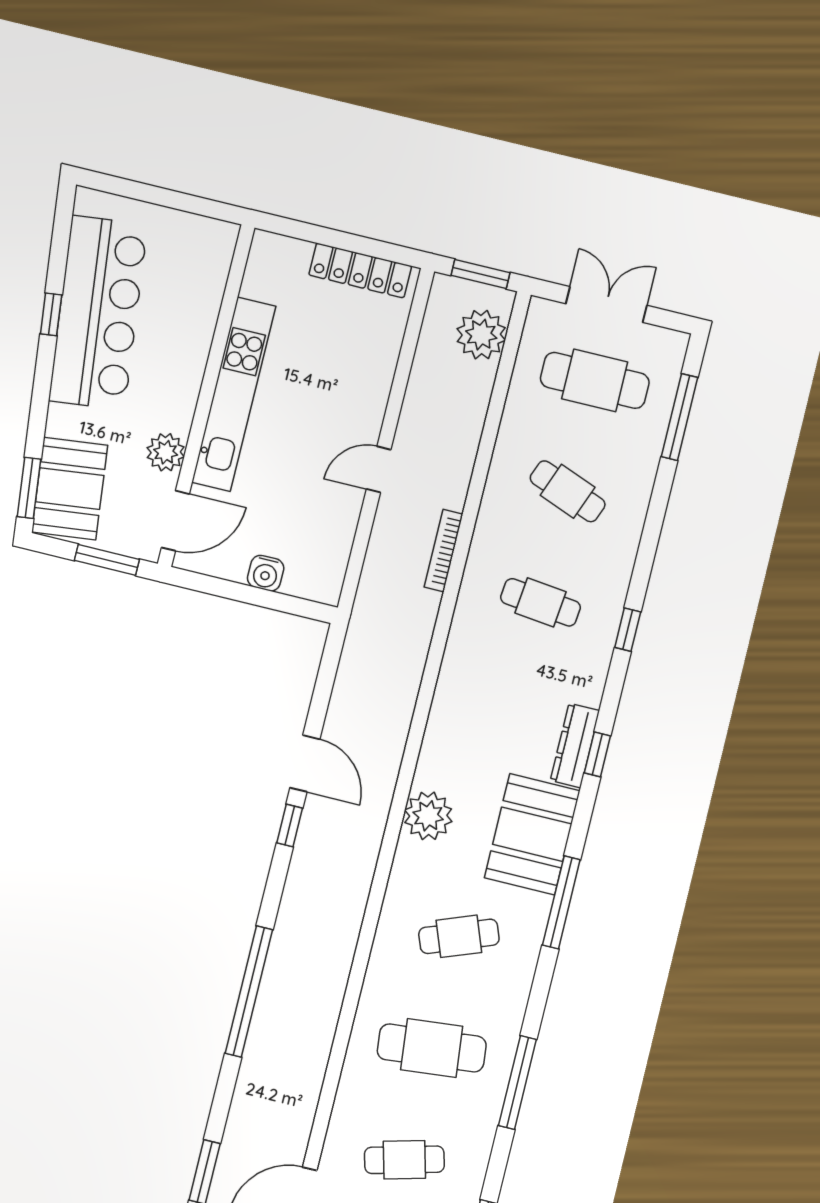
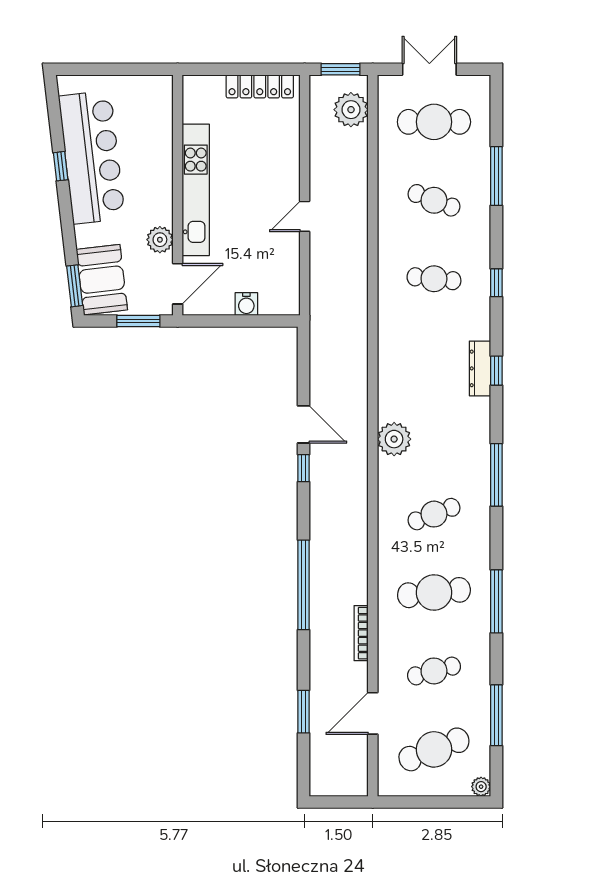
window: (680, 417) -> (496, 176), moved
bookcase: (444, 551) -> (361, 633), moved
booth: (532, 834) -> (466, 434), removed

